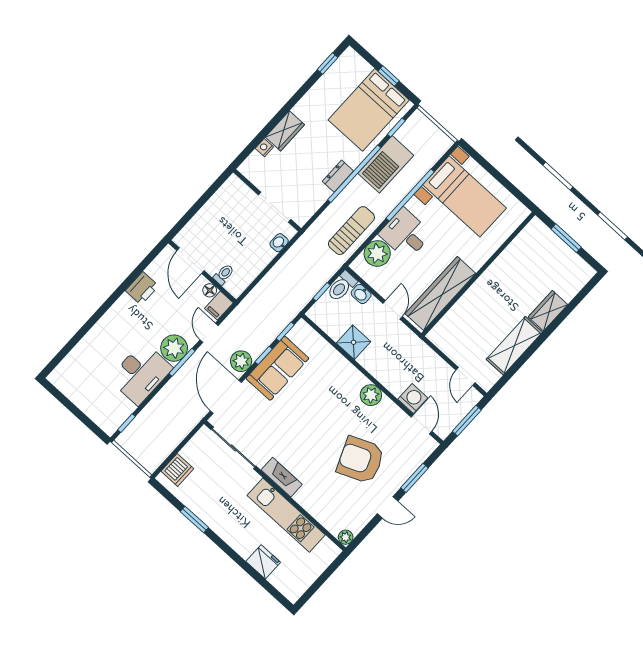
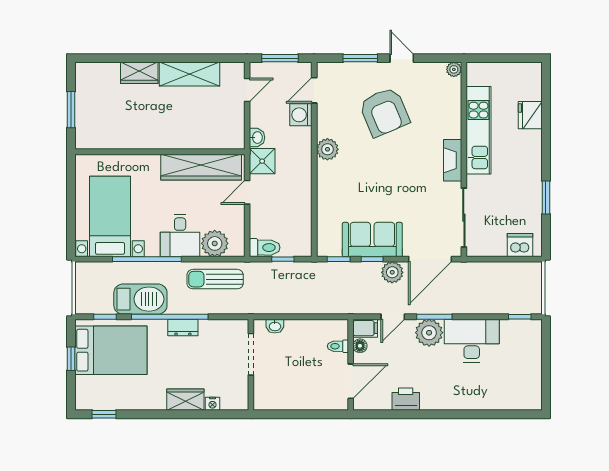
washbasin: (361, 294) -> (257, 138), moved
shower: (354, 342) -> (262, 161), moved

